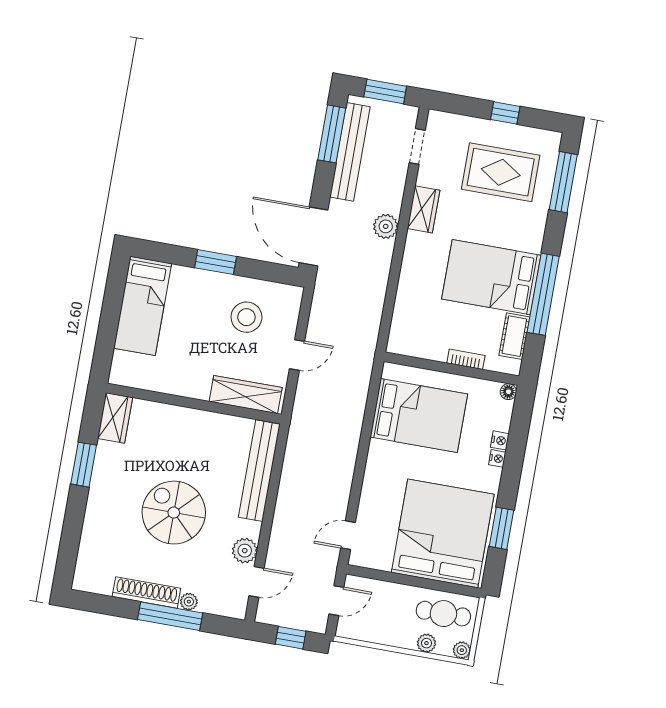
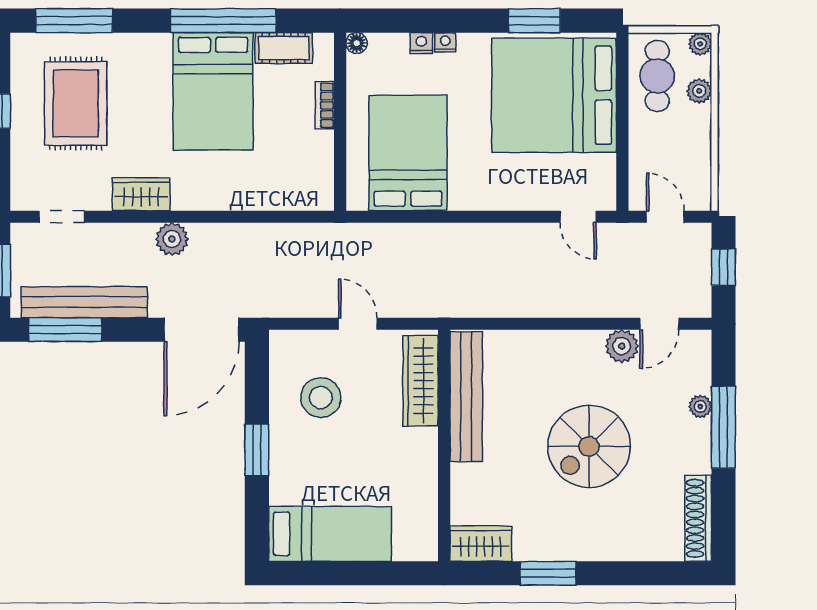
bench: (259, 471) -> (466, 397), moved, turned 90
door: (257, 582) -> (659, 324), swing flipped
shoe rack: (146, 592) -> (698, 518), moved

